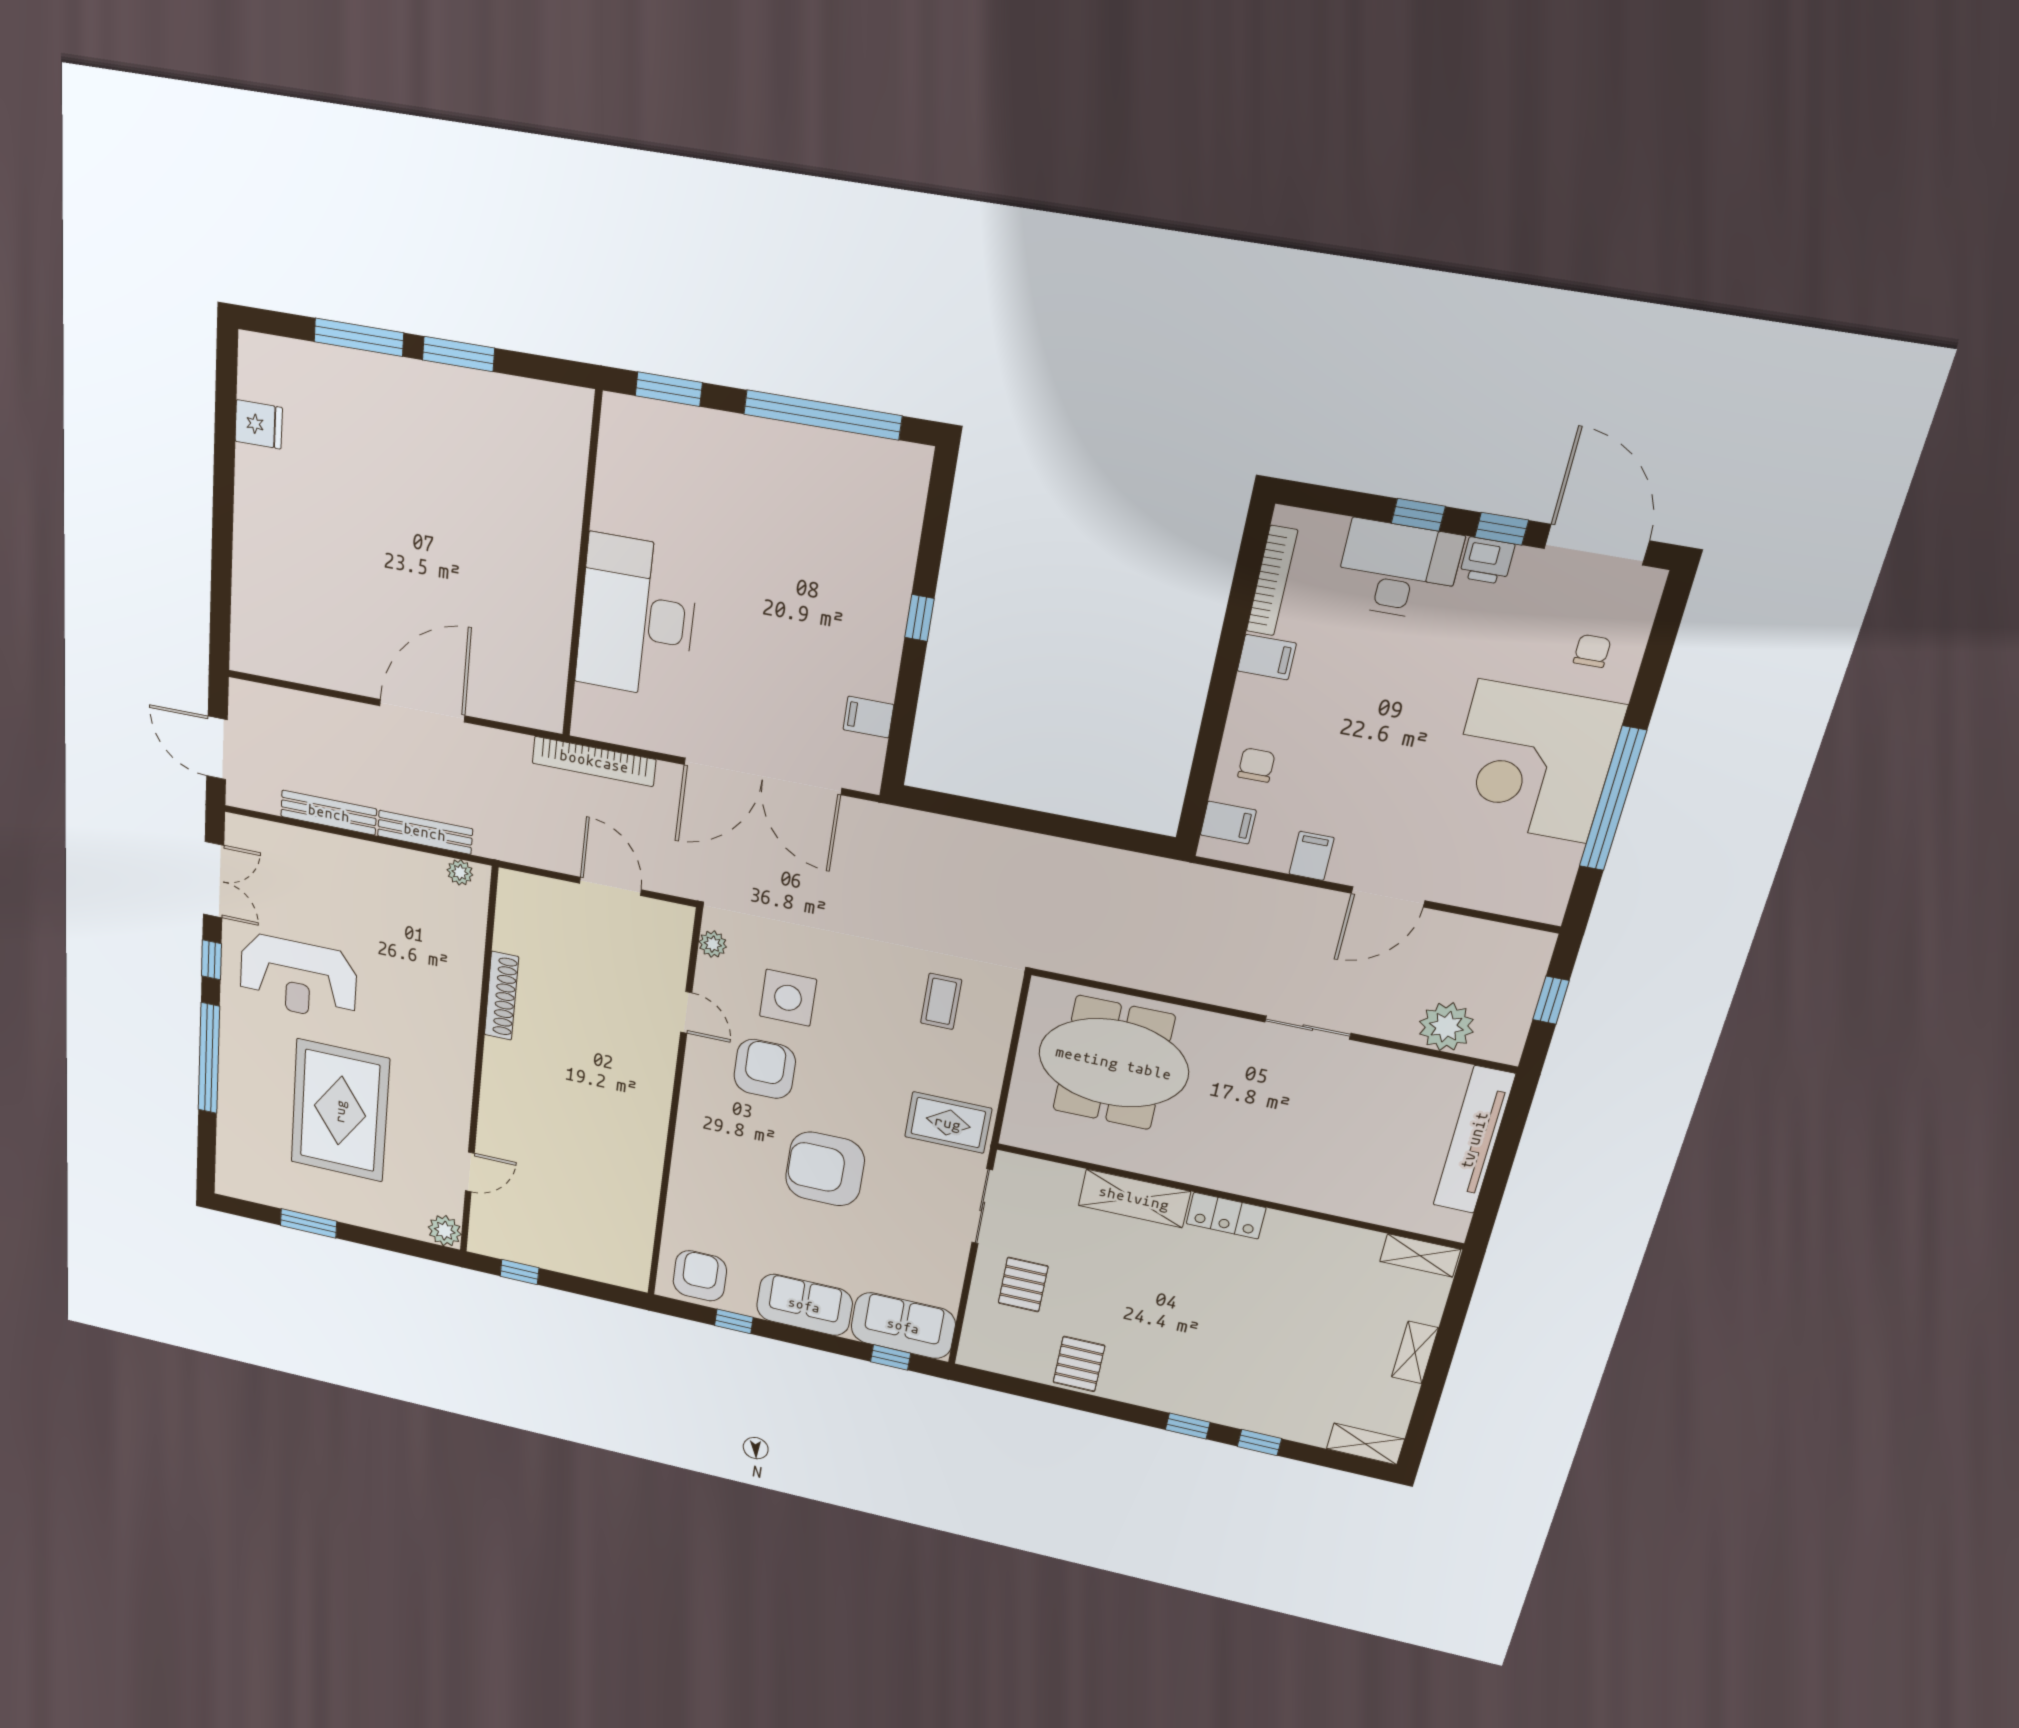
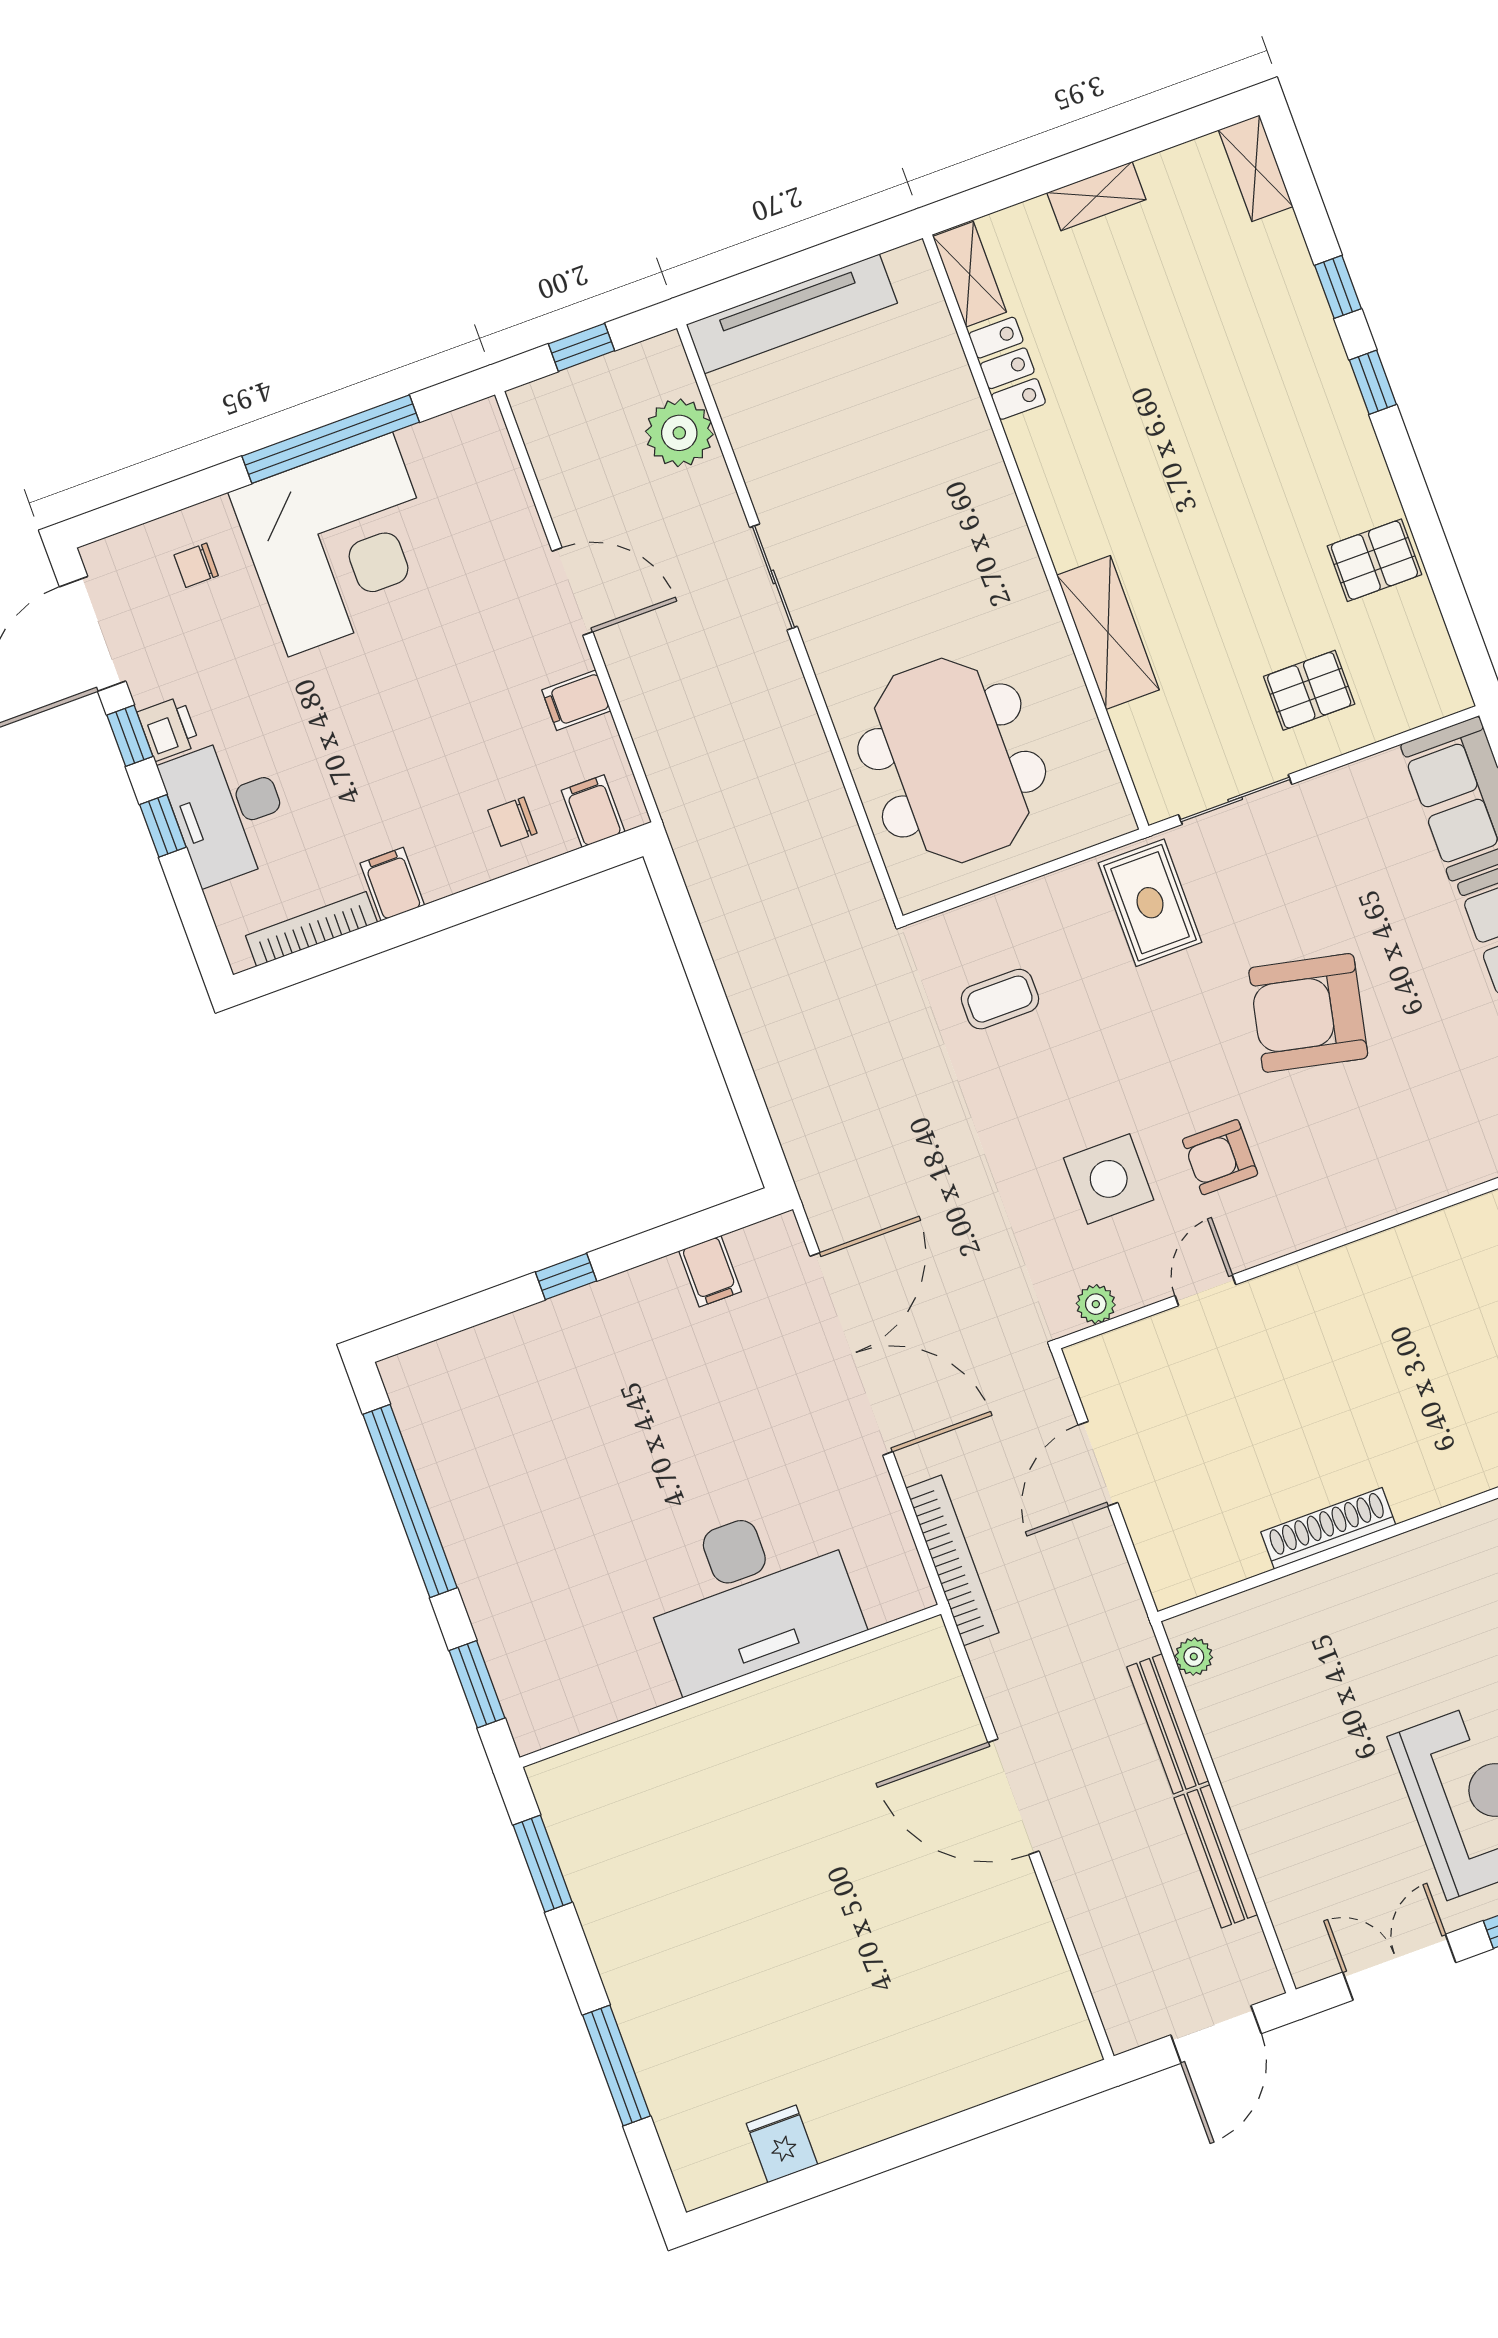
window: (459, 354) -> (543, 1864), moved
armchair: (765, 1069) -> (1220, 1157), width x0.72, depth x0.72
armchair: (825, 1169) -> (1308, 1013), turned 102
locker: (1226, 1216) -> (1007, 368), moved

